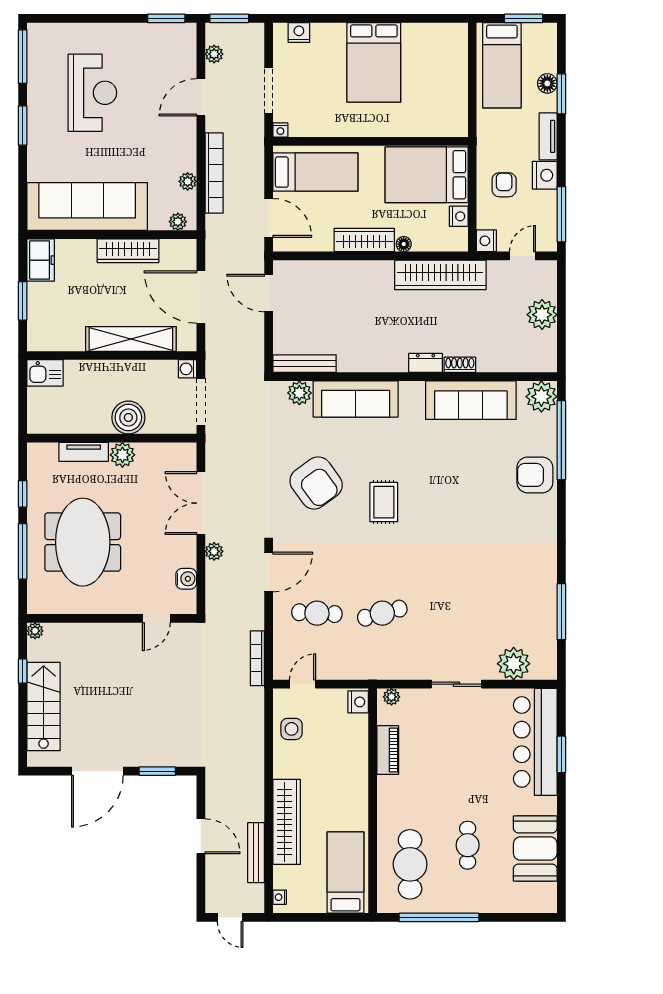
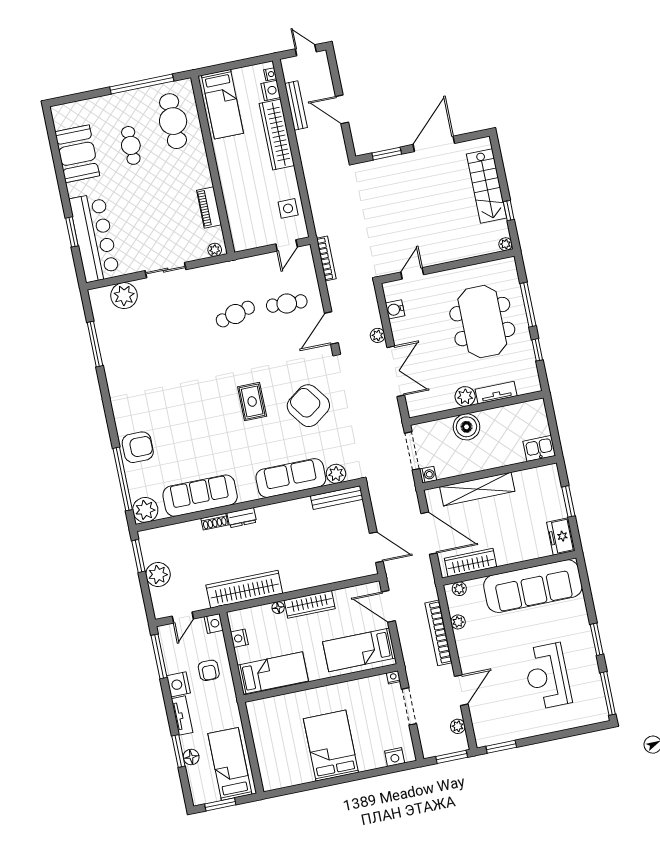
bed: (427, 175) -> (273, 673), width x0.67
wardrobe: (128, 251) -> (470, 563), moved
window: (561, 342) -> (138, 556), added
nightstand: (358, 702) -> (271, 90), moved, turned 180

